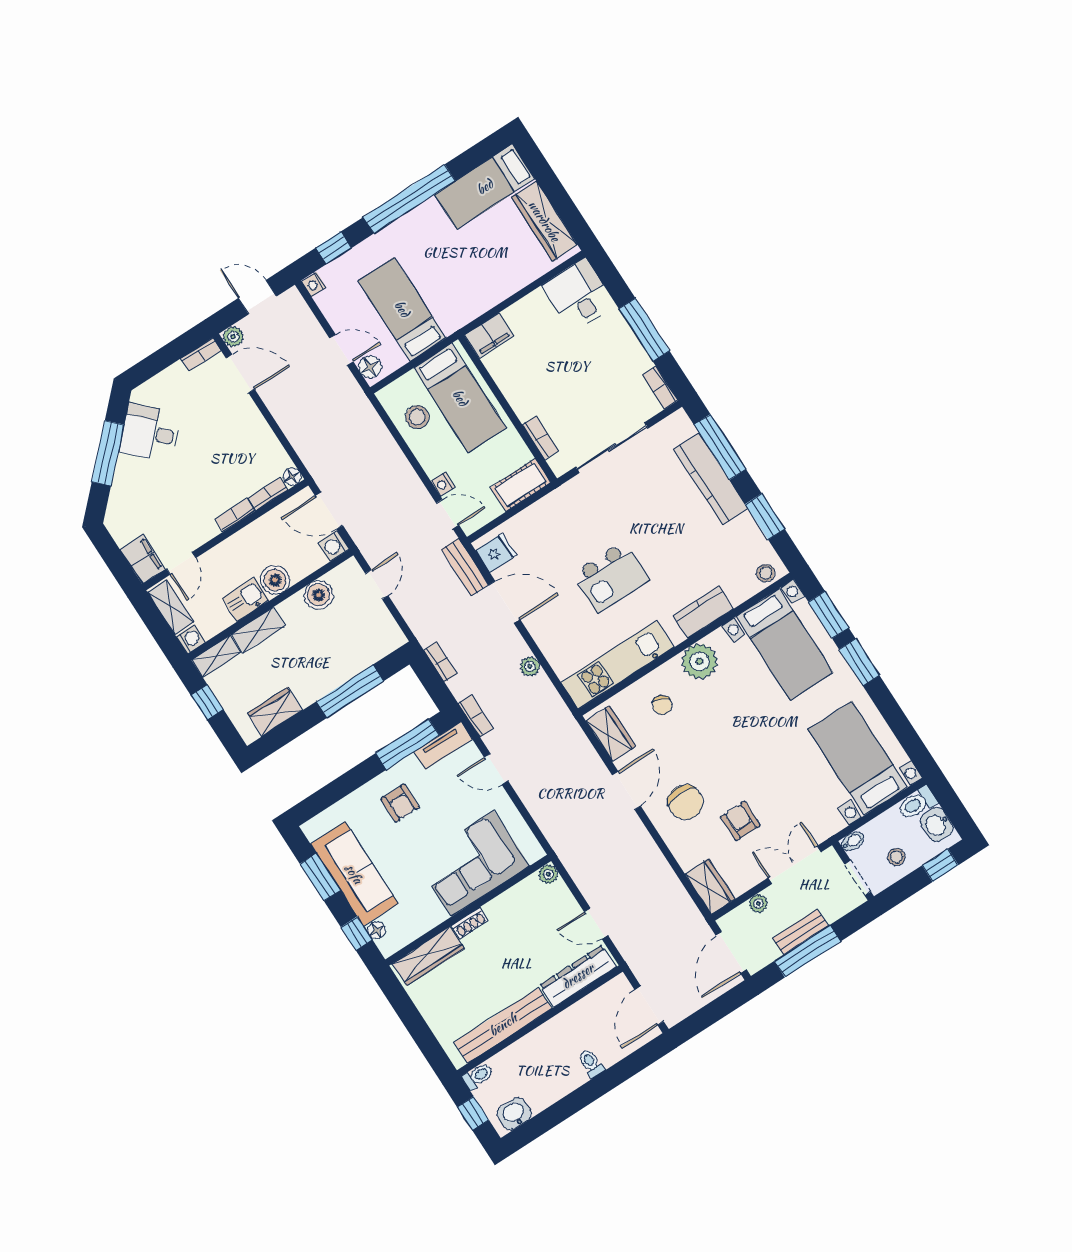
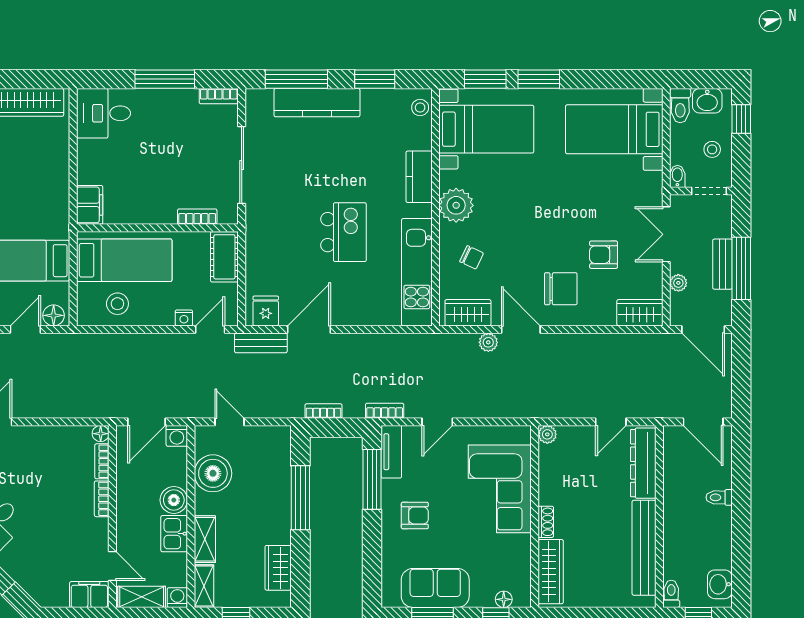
boiler: (318, 595) -> (213, 473), width x1.37, depth x1.37
plant: (530, 666) -> (488, 342), moved
sofa: (354, 874) -> (435, 588), width x0.73

